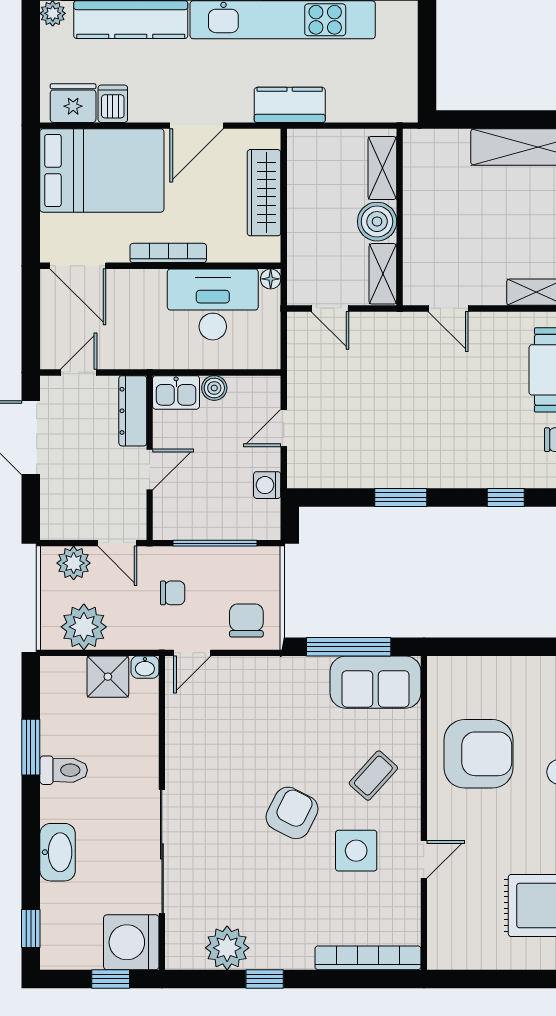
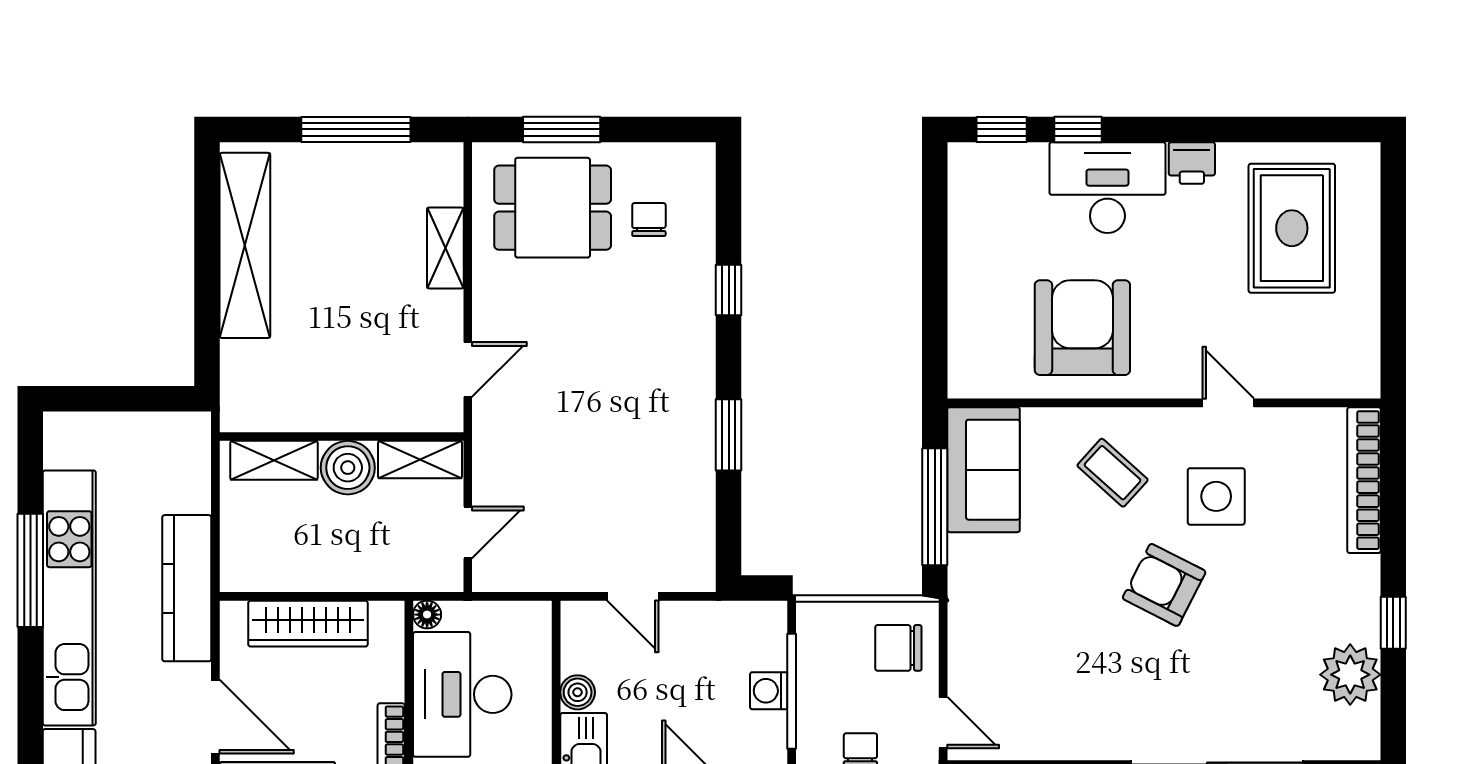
kitchen counter: (290, 105) -> (187, 588), width x1.50
washing machine: (267, 485) -> (769, 691), moved, turned 90

